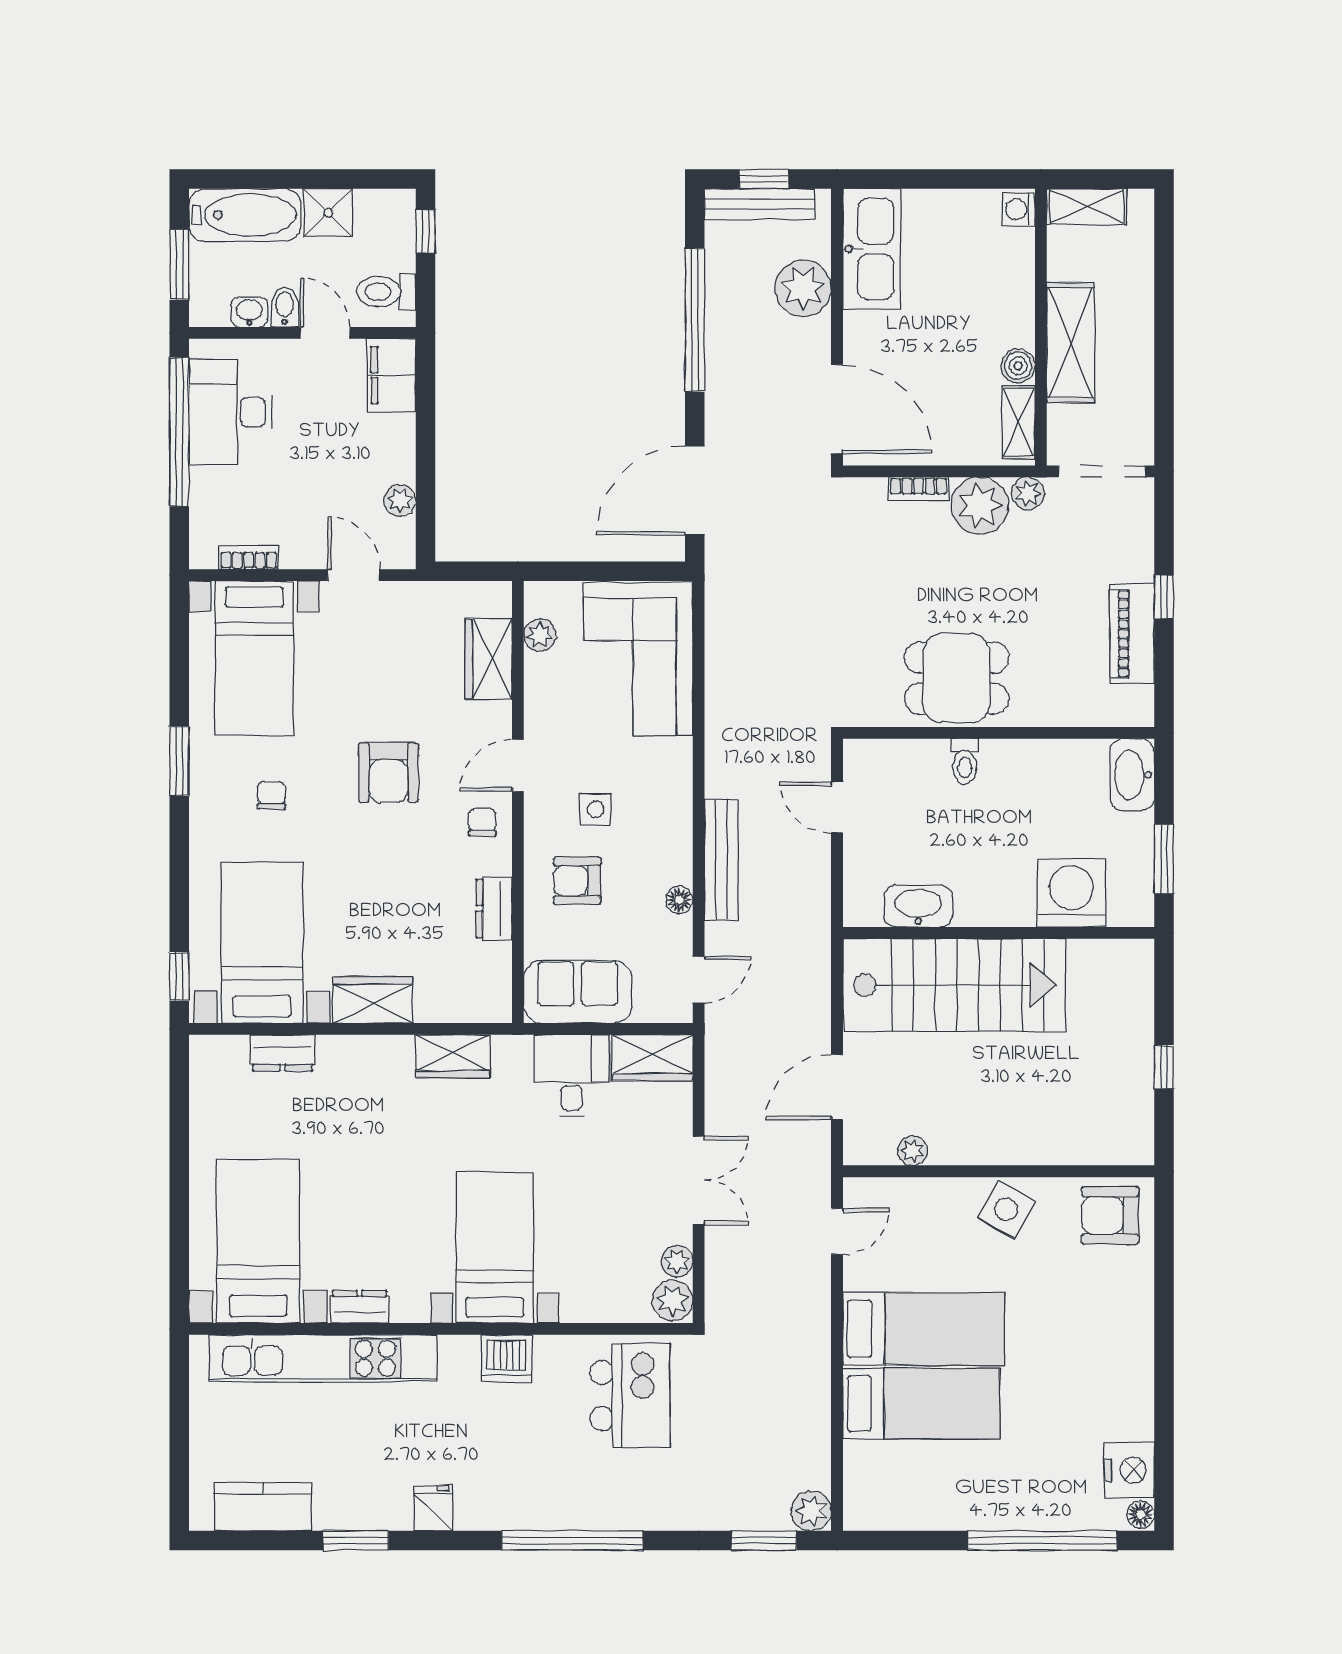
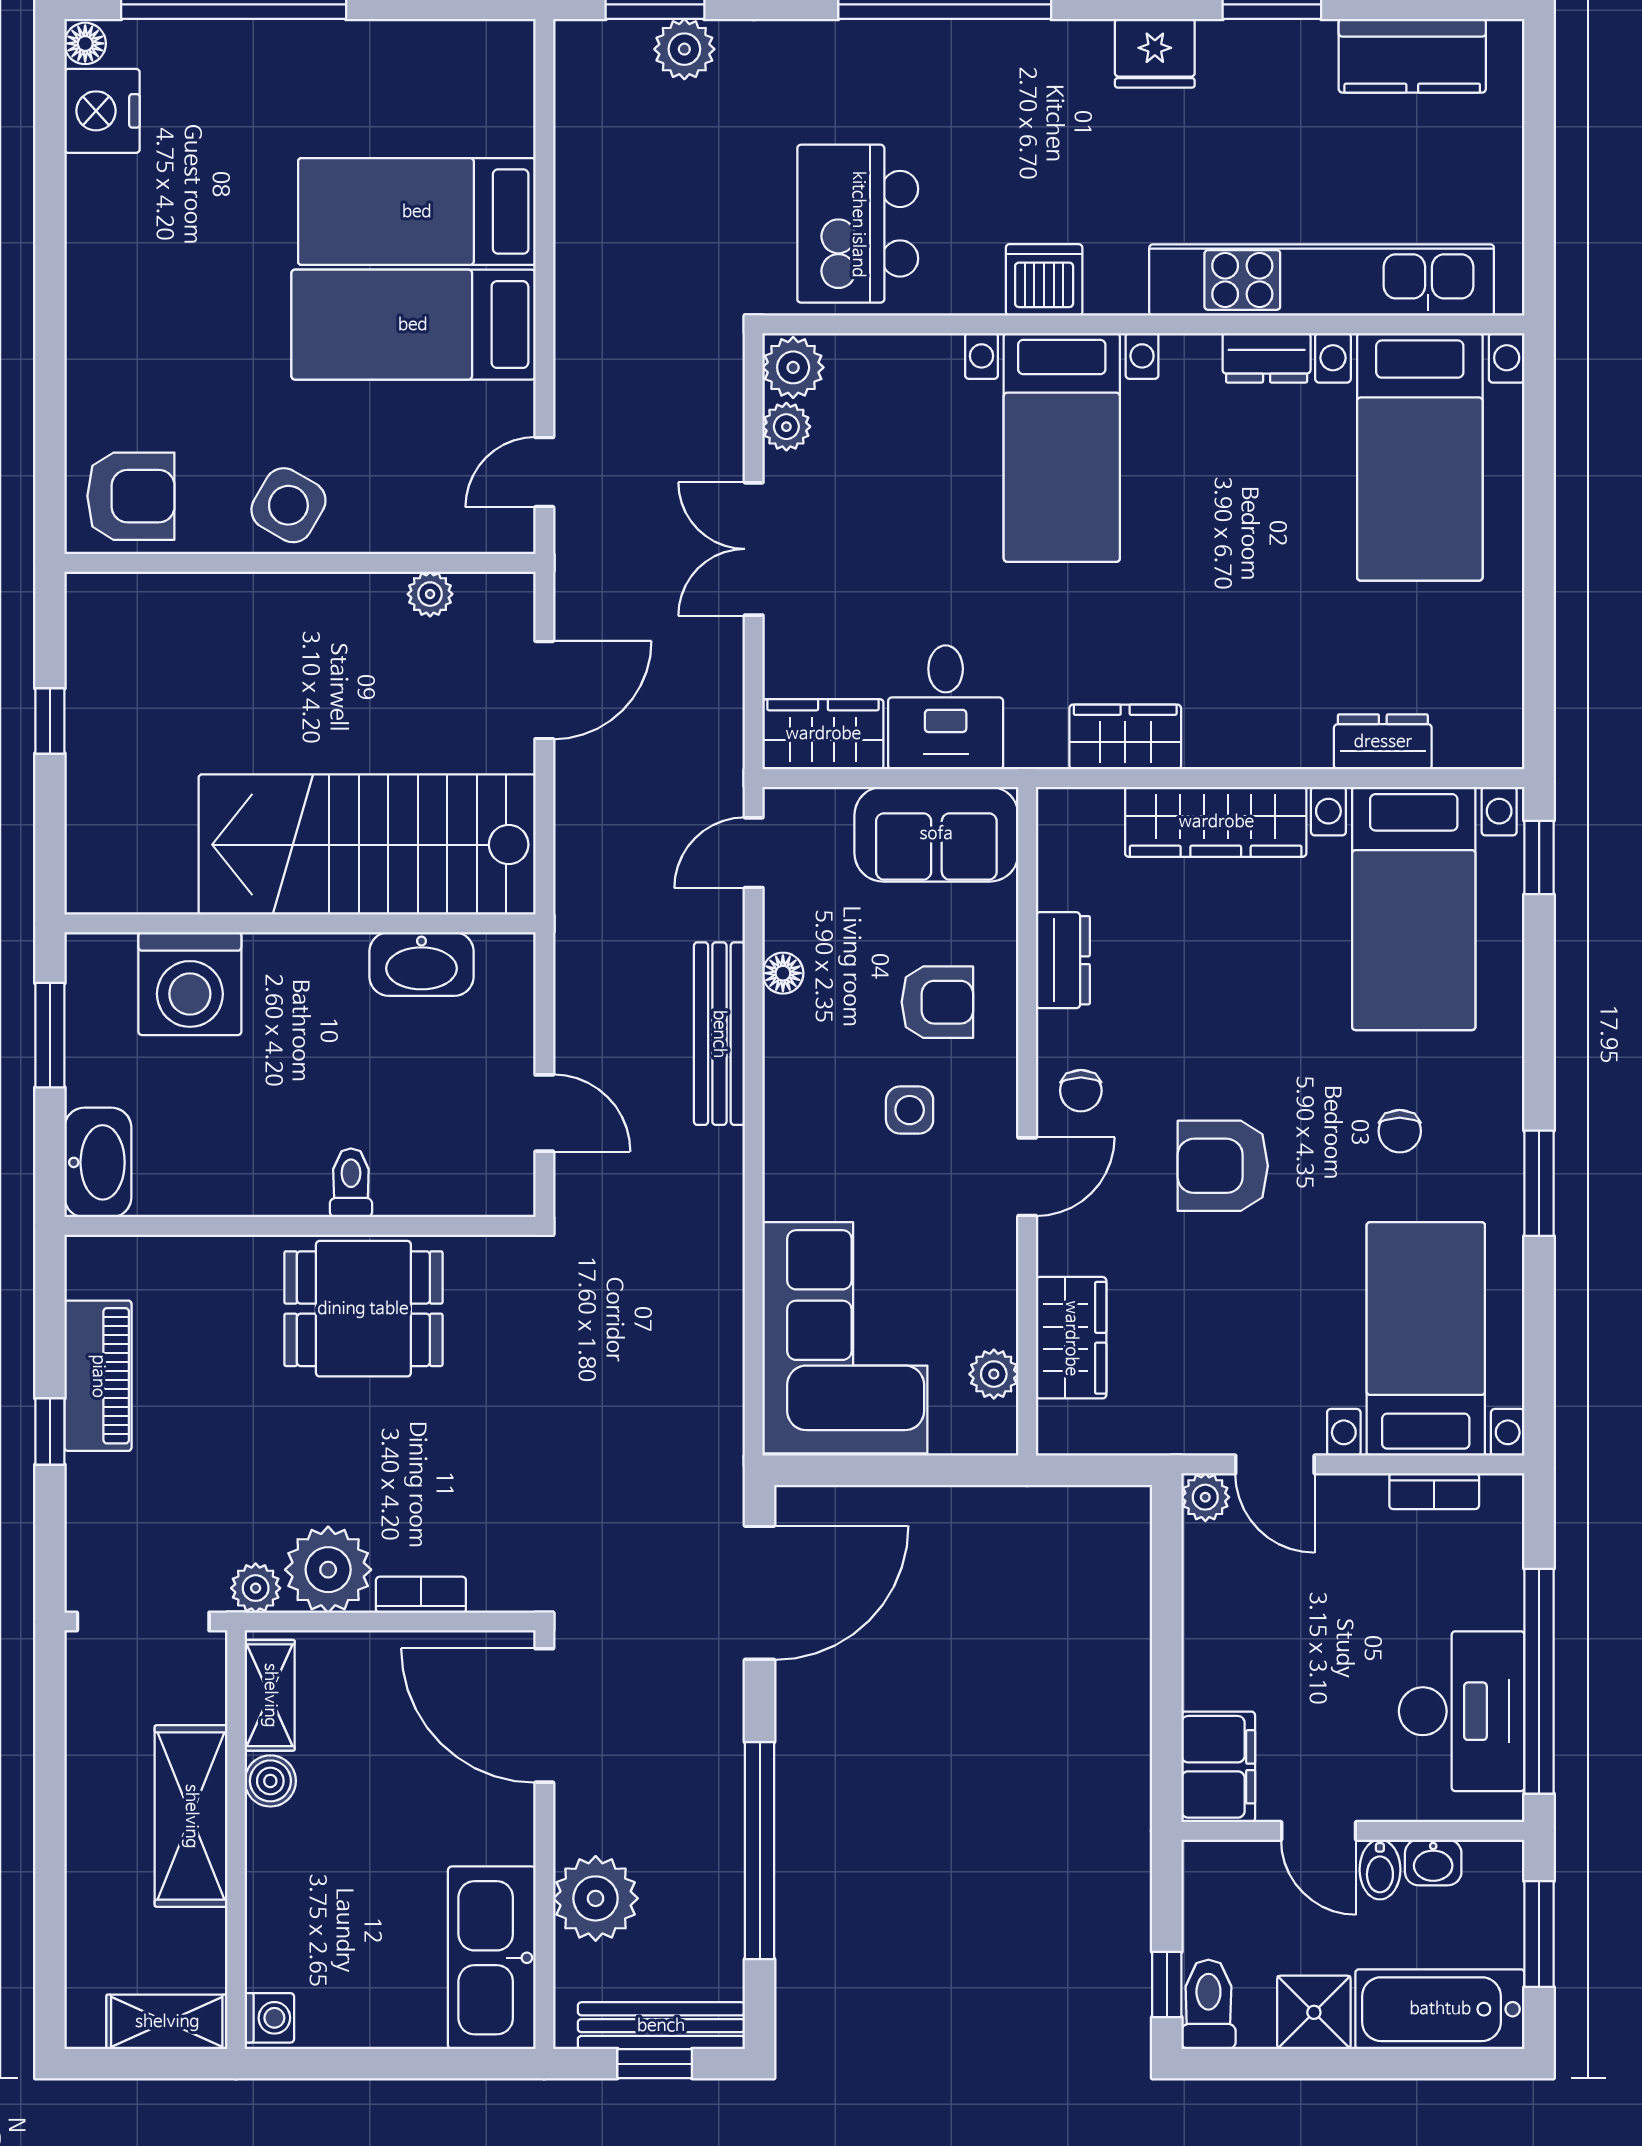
toilet: (386, 292) -> (1208, 2004), moved, turned -90
plant: (400, 500) -> (1205, 1497), moved
armchair: (388, 773) -> (1223, 1166), turned -90
wardrobe: (373, 1000) -> (1216, 822), width x1.50
fridge: (433, 1508) -> (1155, 53), width x1.38
plant: (811, 1511) -> (684, 49), moved

